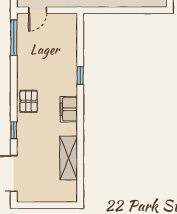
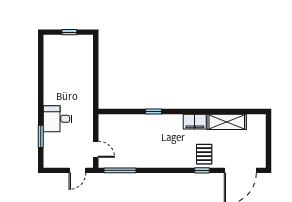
pallet: (29, 101) -> (204, 154), moved, turned 90
filing cabinet: (69, 109) -> (195, 122), moved

